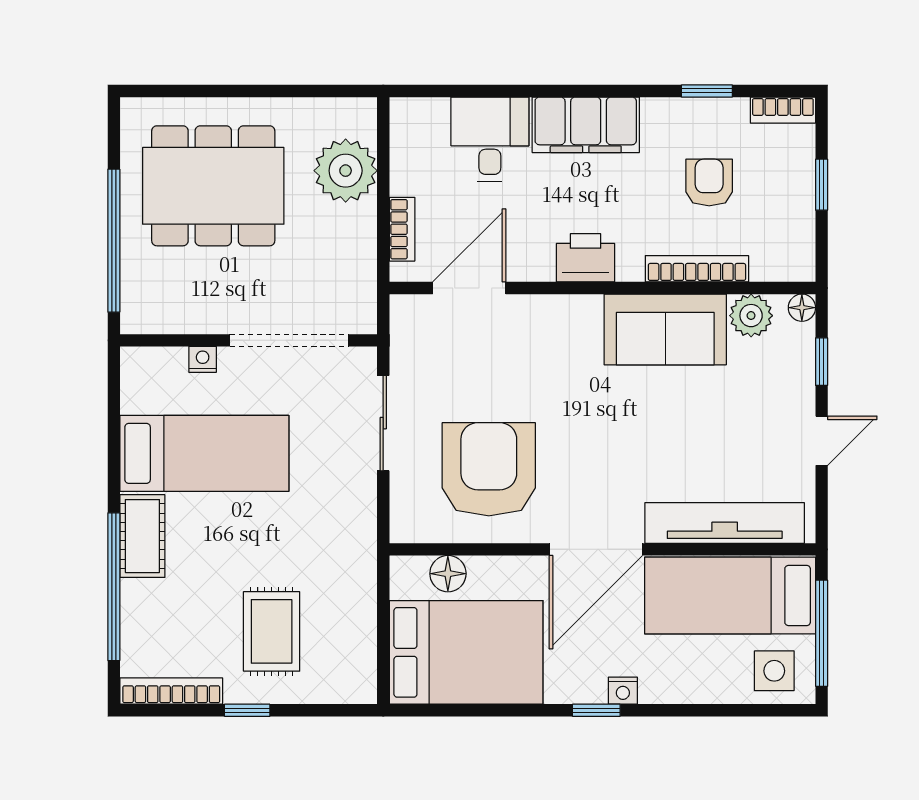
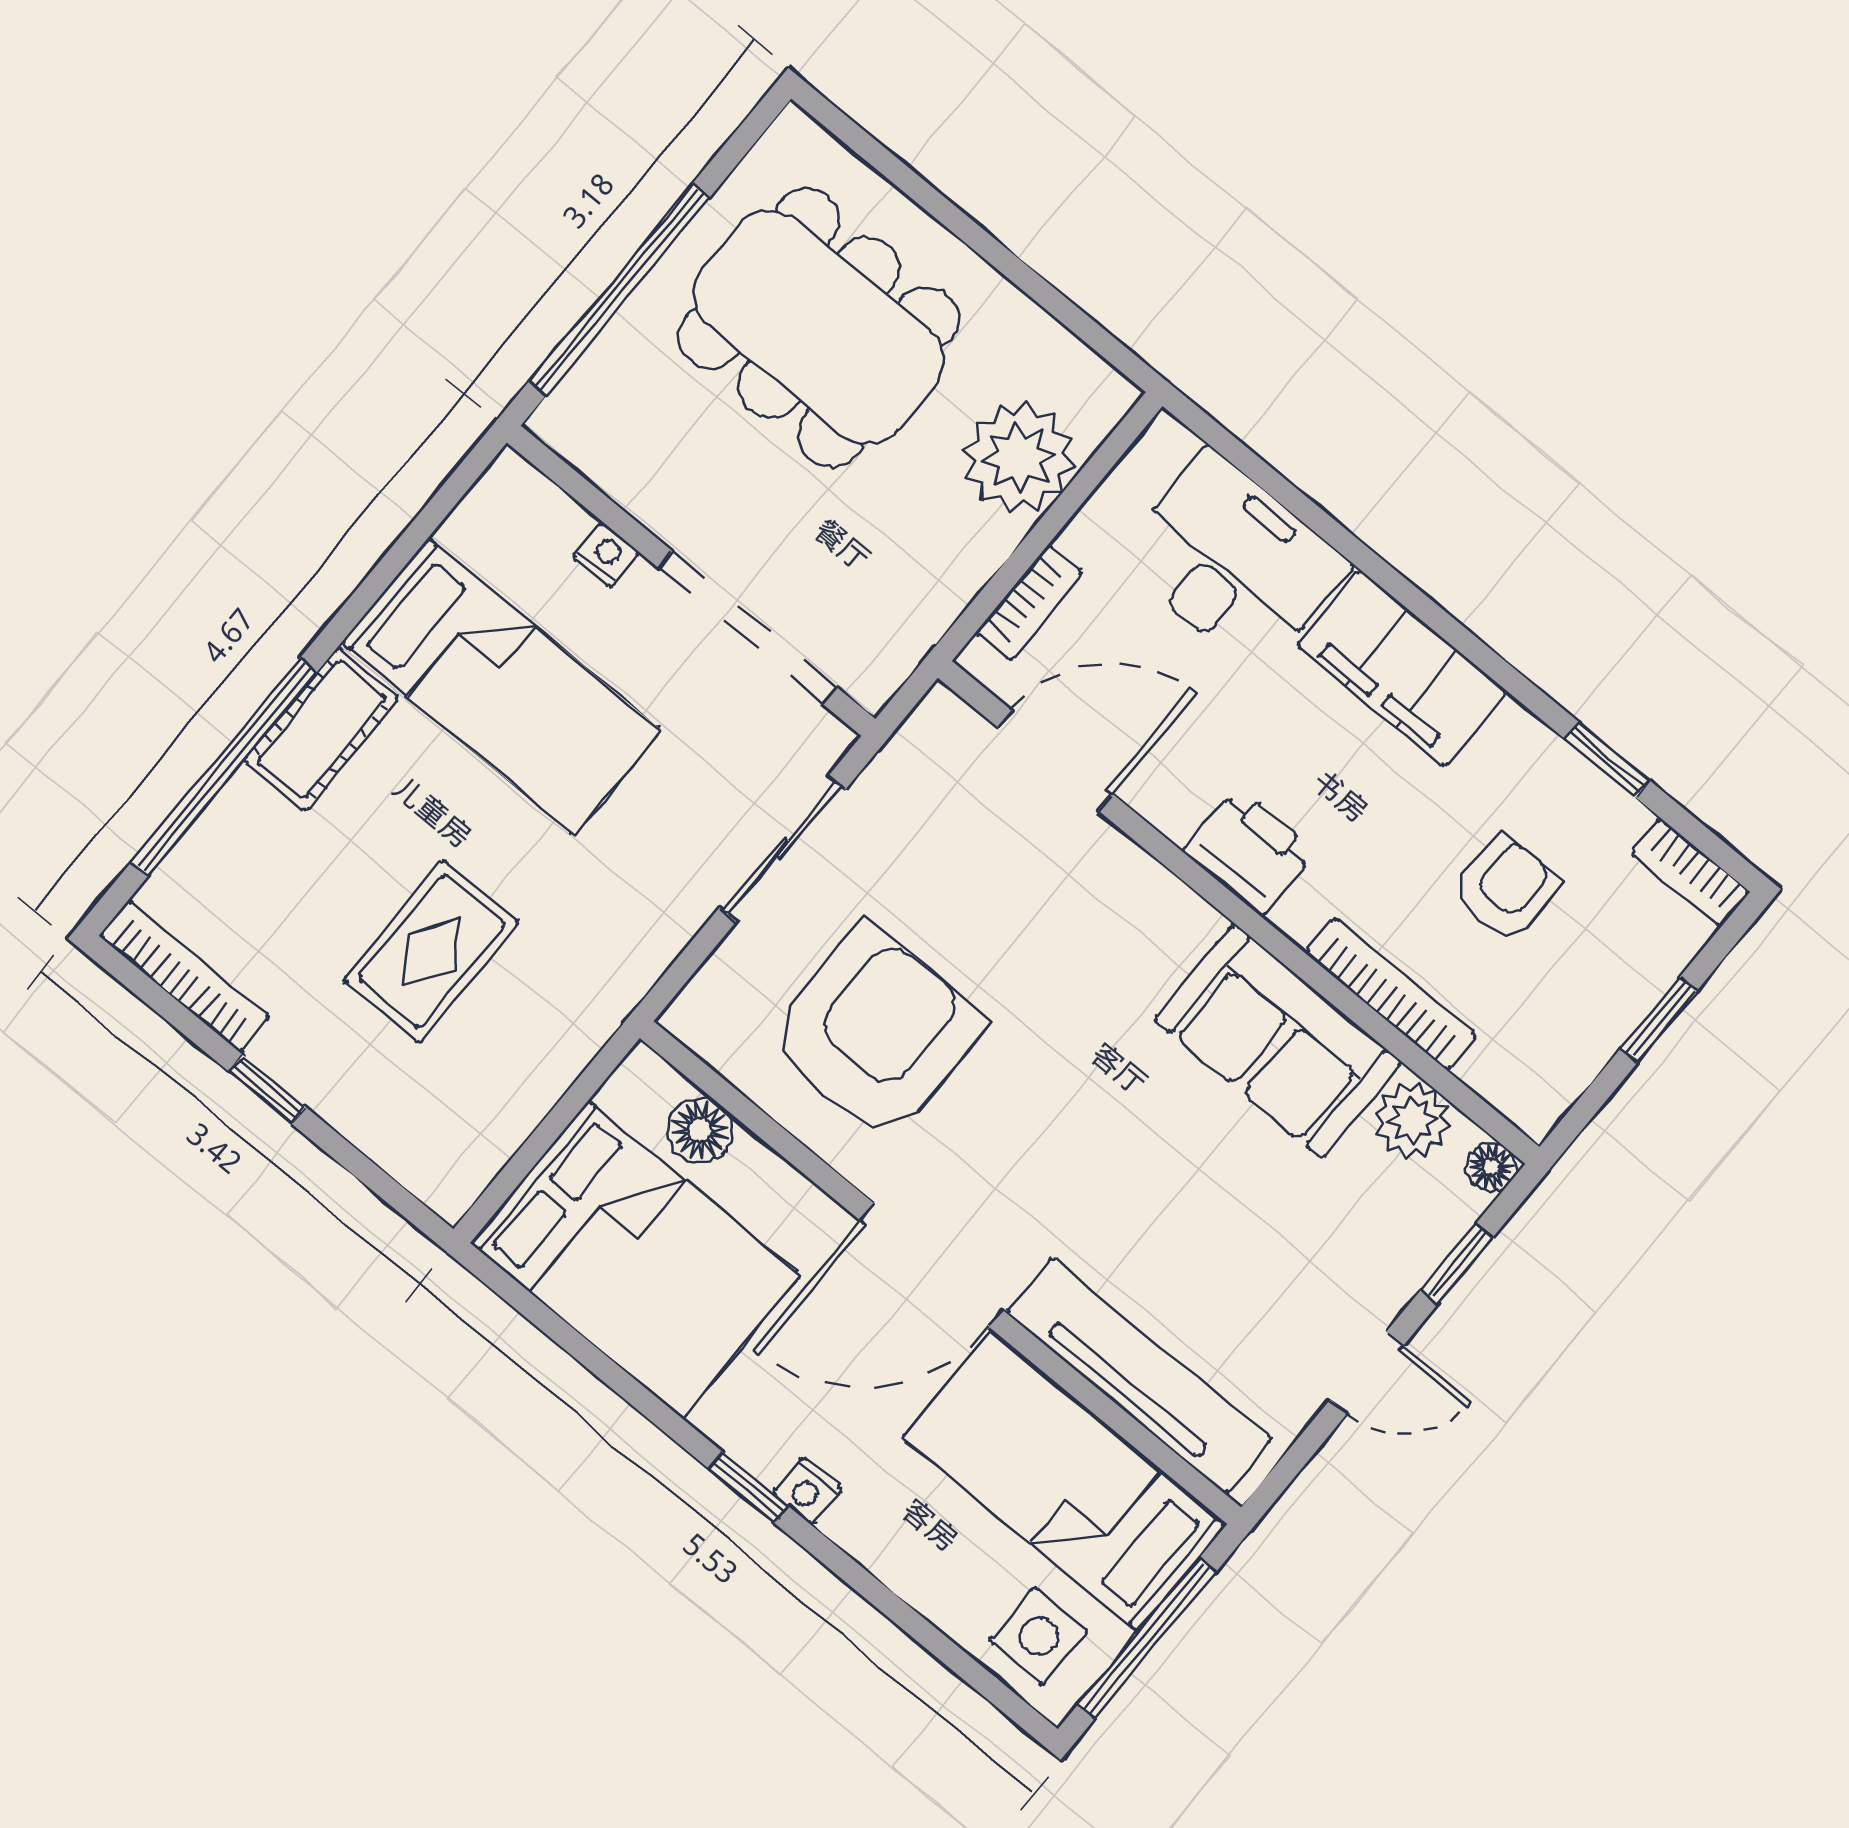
desk: (490, 139) -> (1233, 562), width x1.37
rug: (272, 631) -> (432, 951), moved

